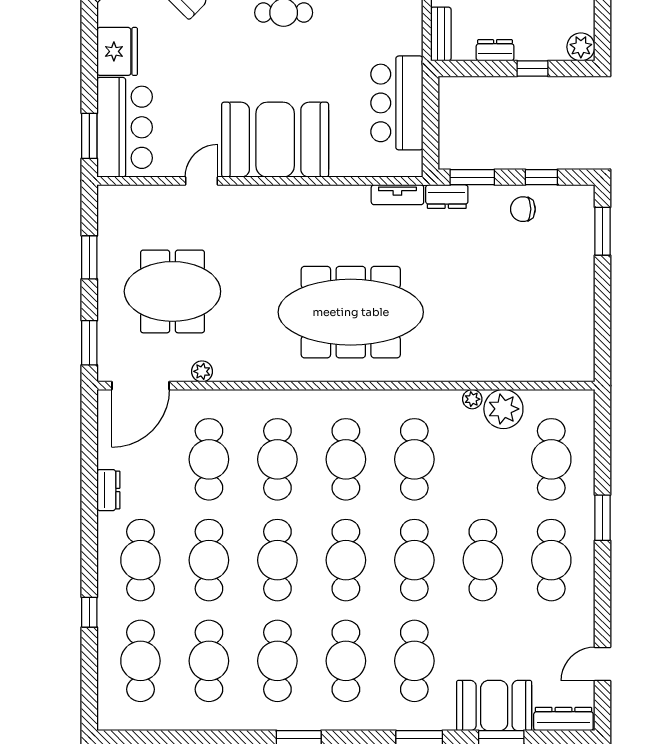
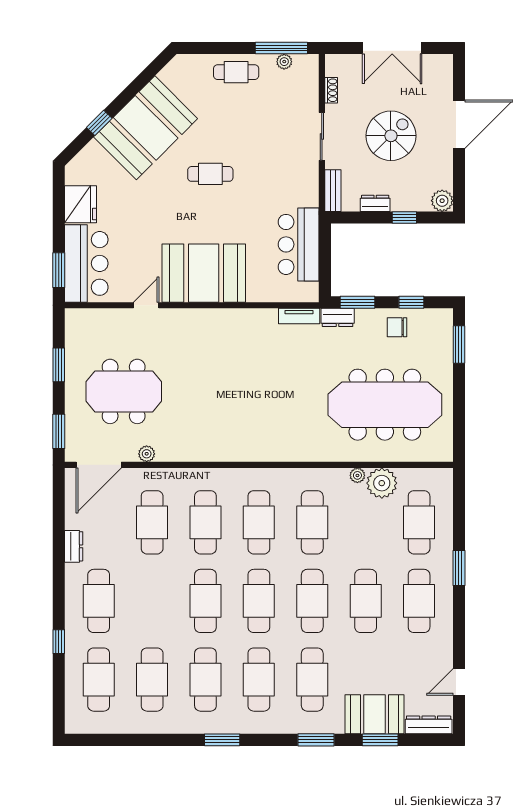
meeting table: (351, 312) -> (385, 405), moved
cafe table: (209, 560) -> (152, 601), removed

